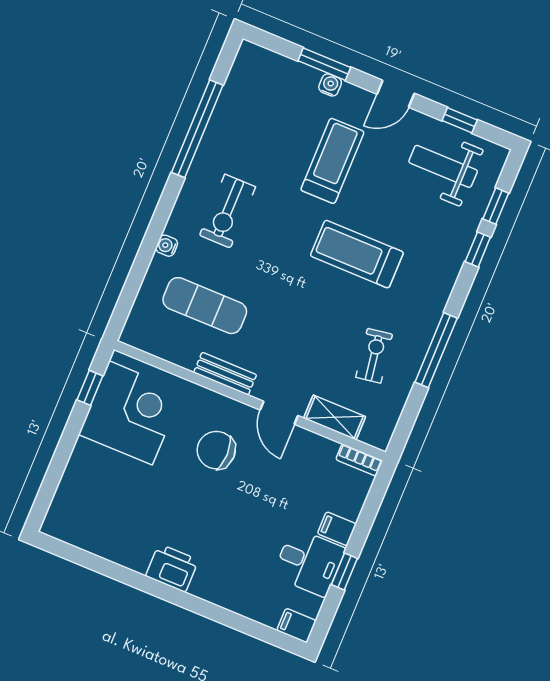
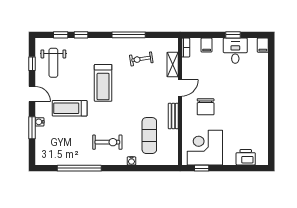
filing cabinet: (337, 529) -> (207, 45), moved
printer: (172, 568) -> (246, 157), moved, turned 90

